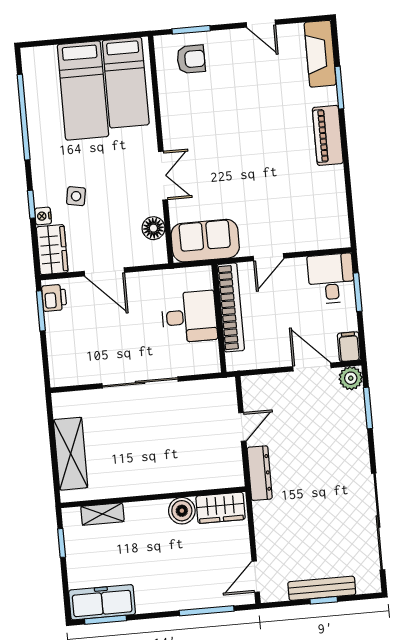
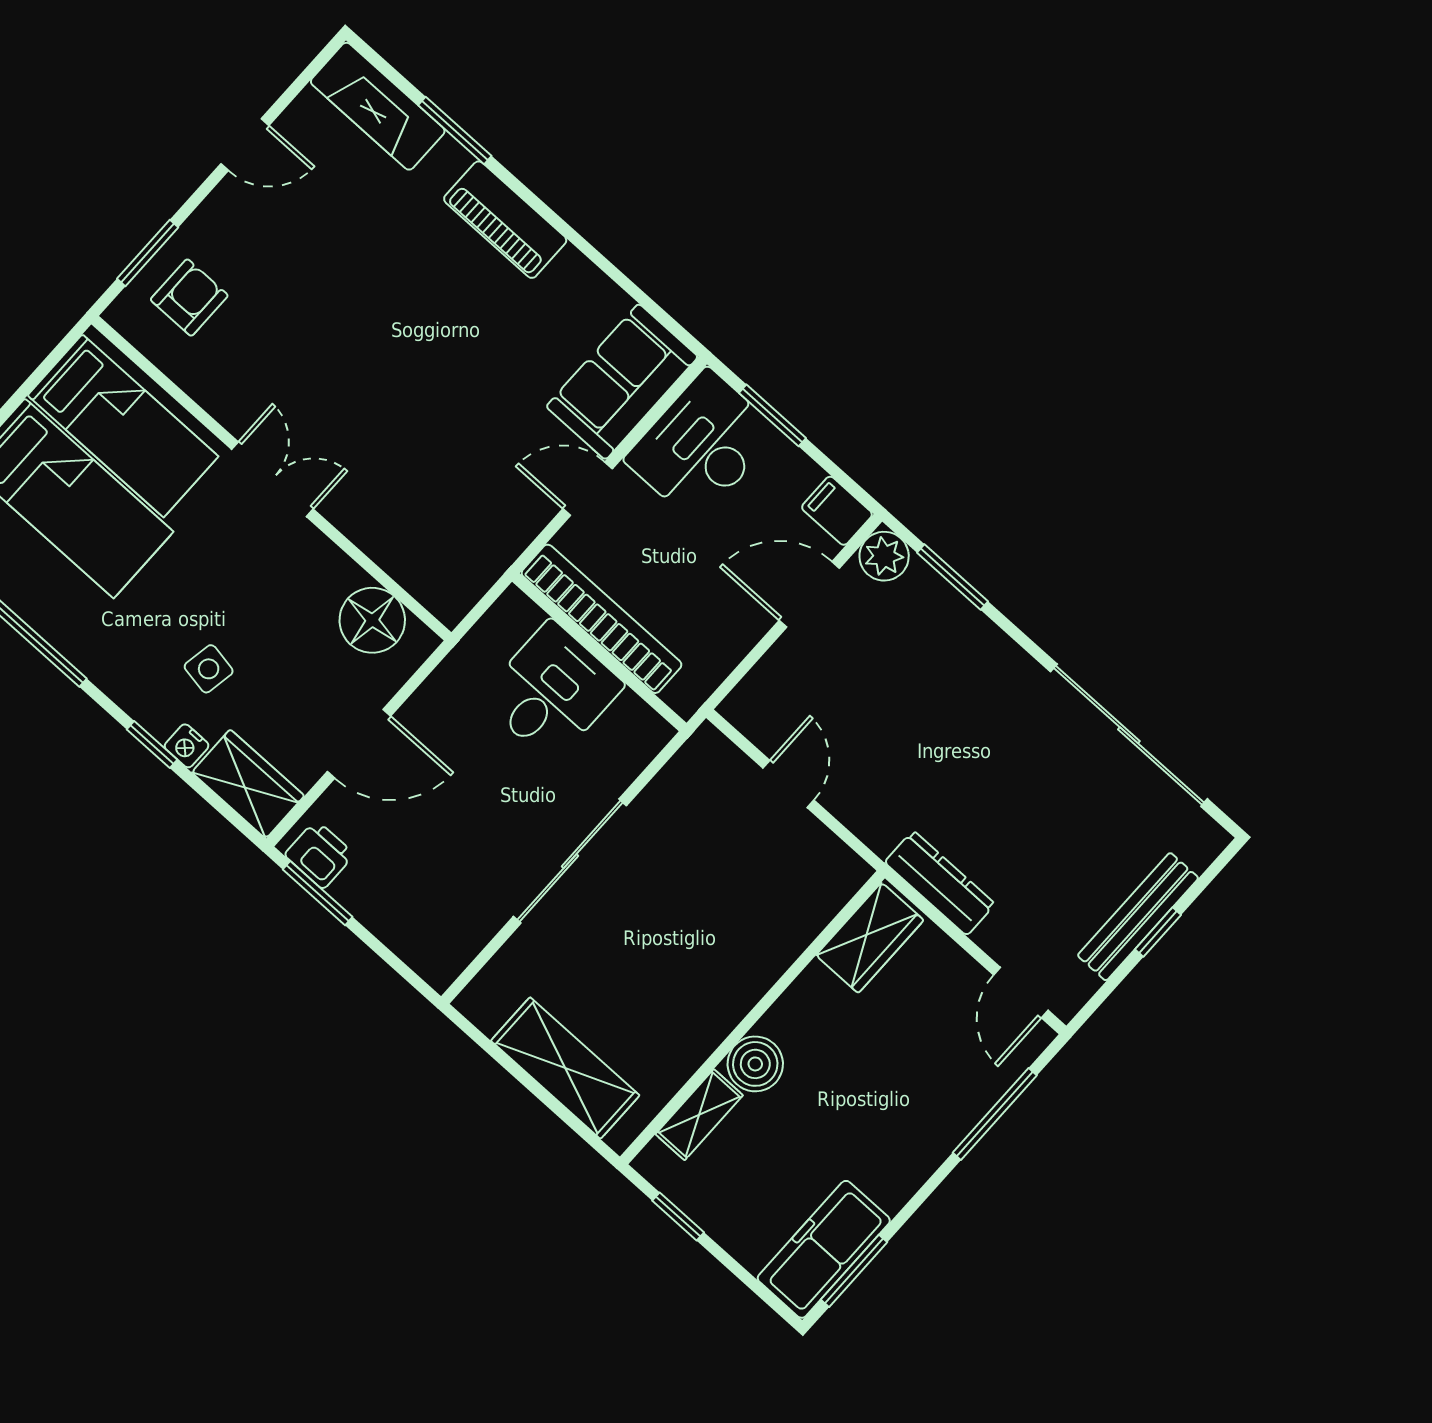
double door: (163, 176) -> (272, 479), moved
floor lamp: (153, 228) -> (372, 620), width x1.38, depth x1.38
sofa: (205, 241) -> (622, 382), moved
door: (269, 257) -> (588, 489), swing flipped
desk: (331, 279) -> (702, 446), width x1.37
dresser: (260, 473) -> (940, 883), moved
boiler: (182, 511) -> (755, 1064), moved

